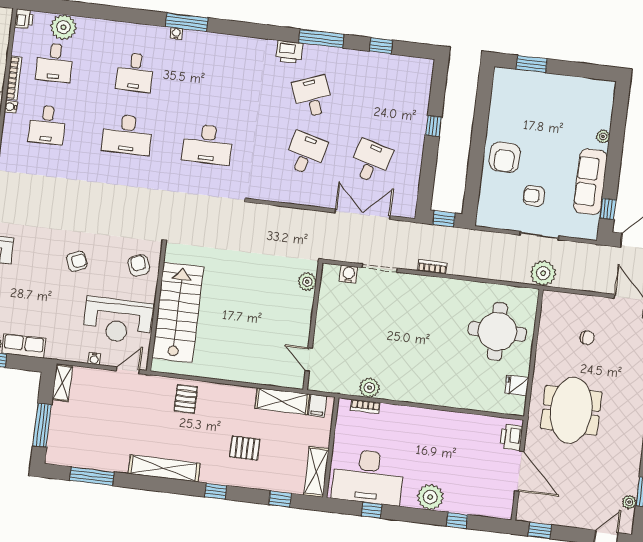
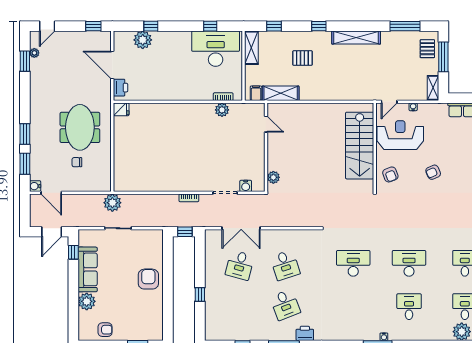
plant: (603, 136) -> (87, 301), width x1.87, depth x1.87
desk: (306, 153) -> (285, 265), turned -33
armchair: (534, 196) -> (105, 330), moved
round table: (497, 331) -> (139, 159), removed
fridge: (517, 385) -> (121, 109), moved
pallet: (186, 399) -> (427, 49), moved
meeting table: (571, 410) -> (80, 127), moved
plant: (430, 497) -> (143, 40), moved

